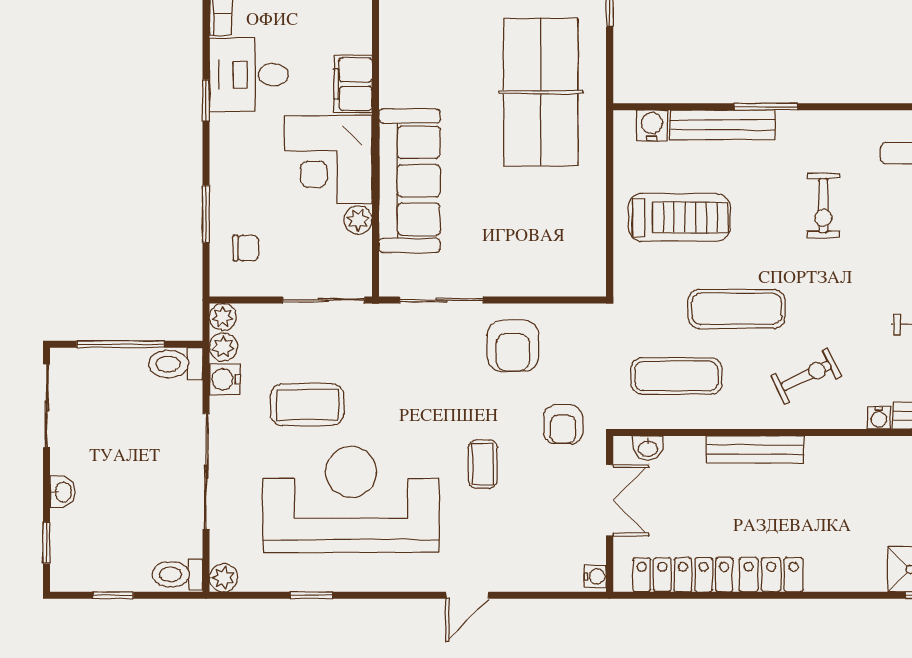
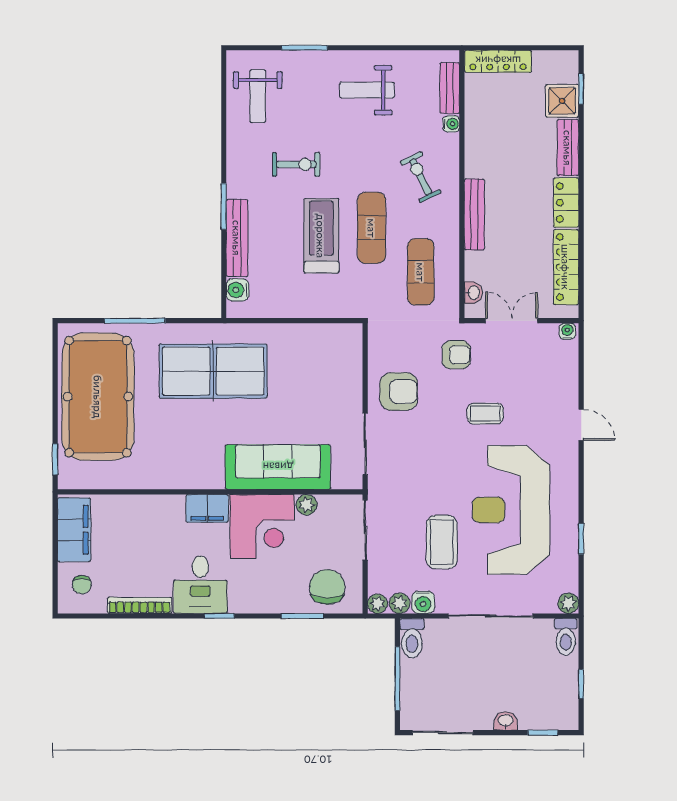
treadmill: (679, 217) -> (321, 236), moved
chair: (246, 248) -> (327, 587), width x1.87, depth x1.87
bench: (846, 577) -> (568, 148), added

